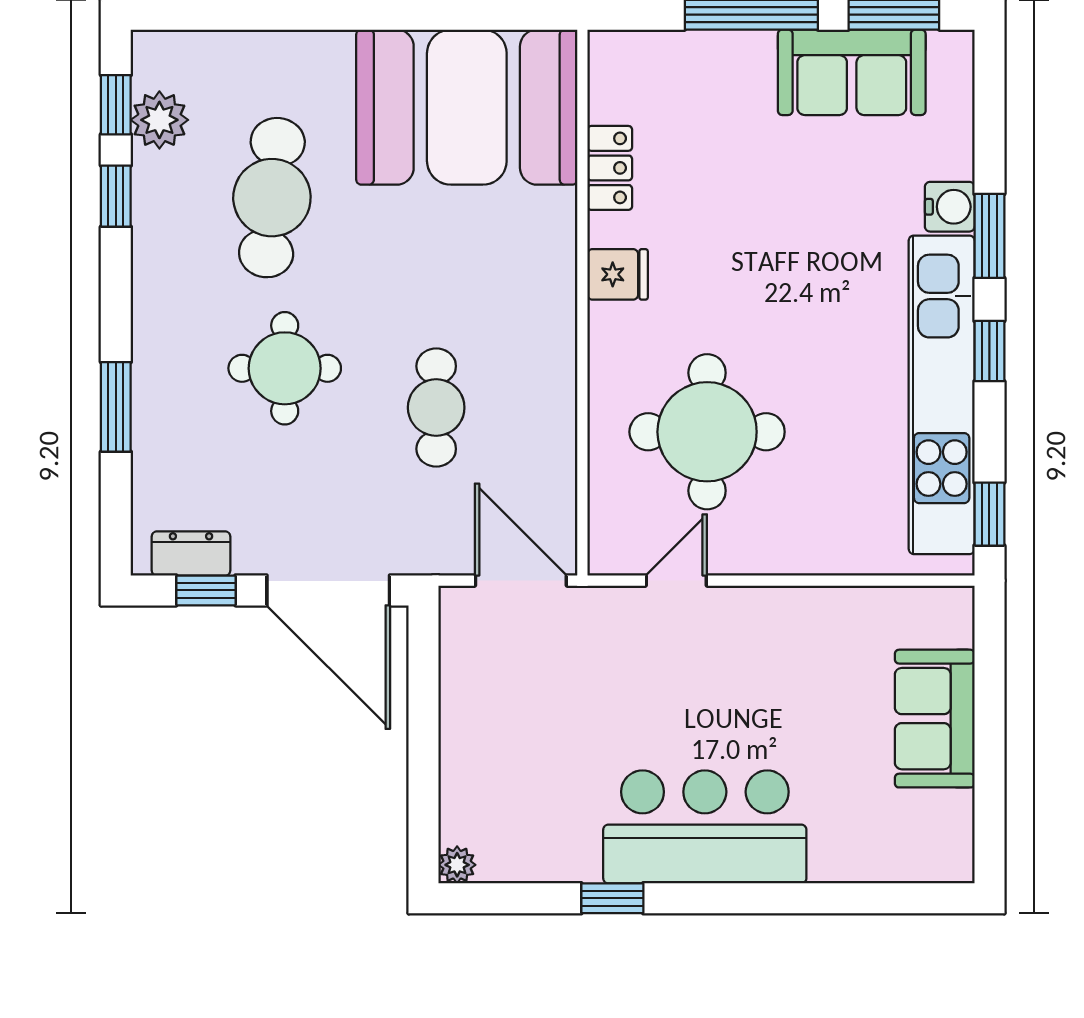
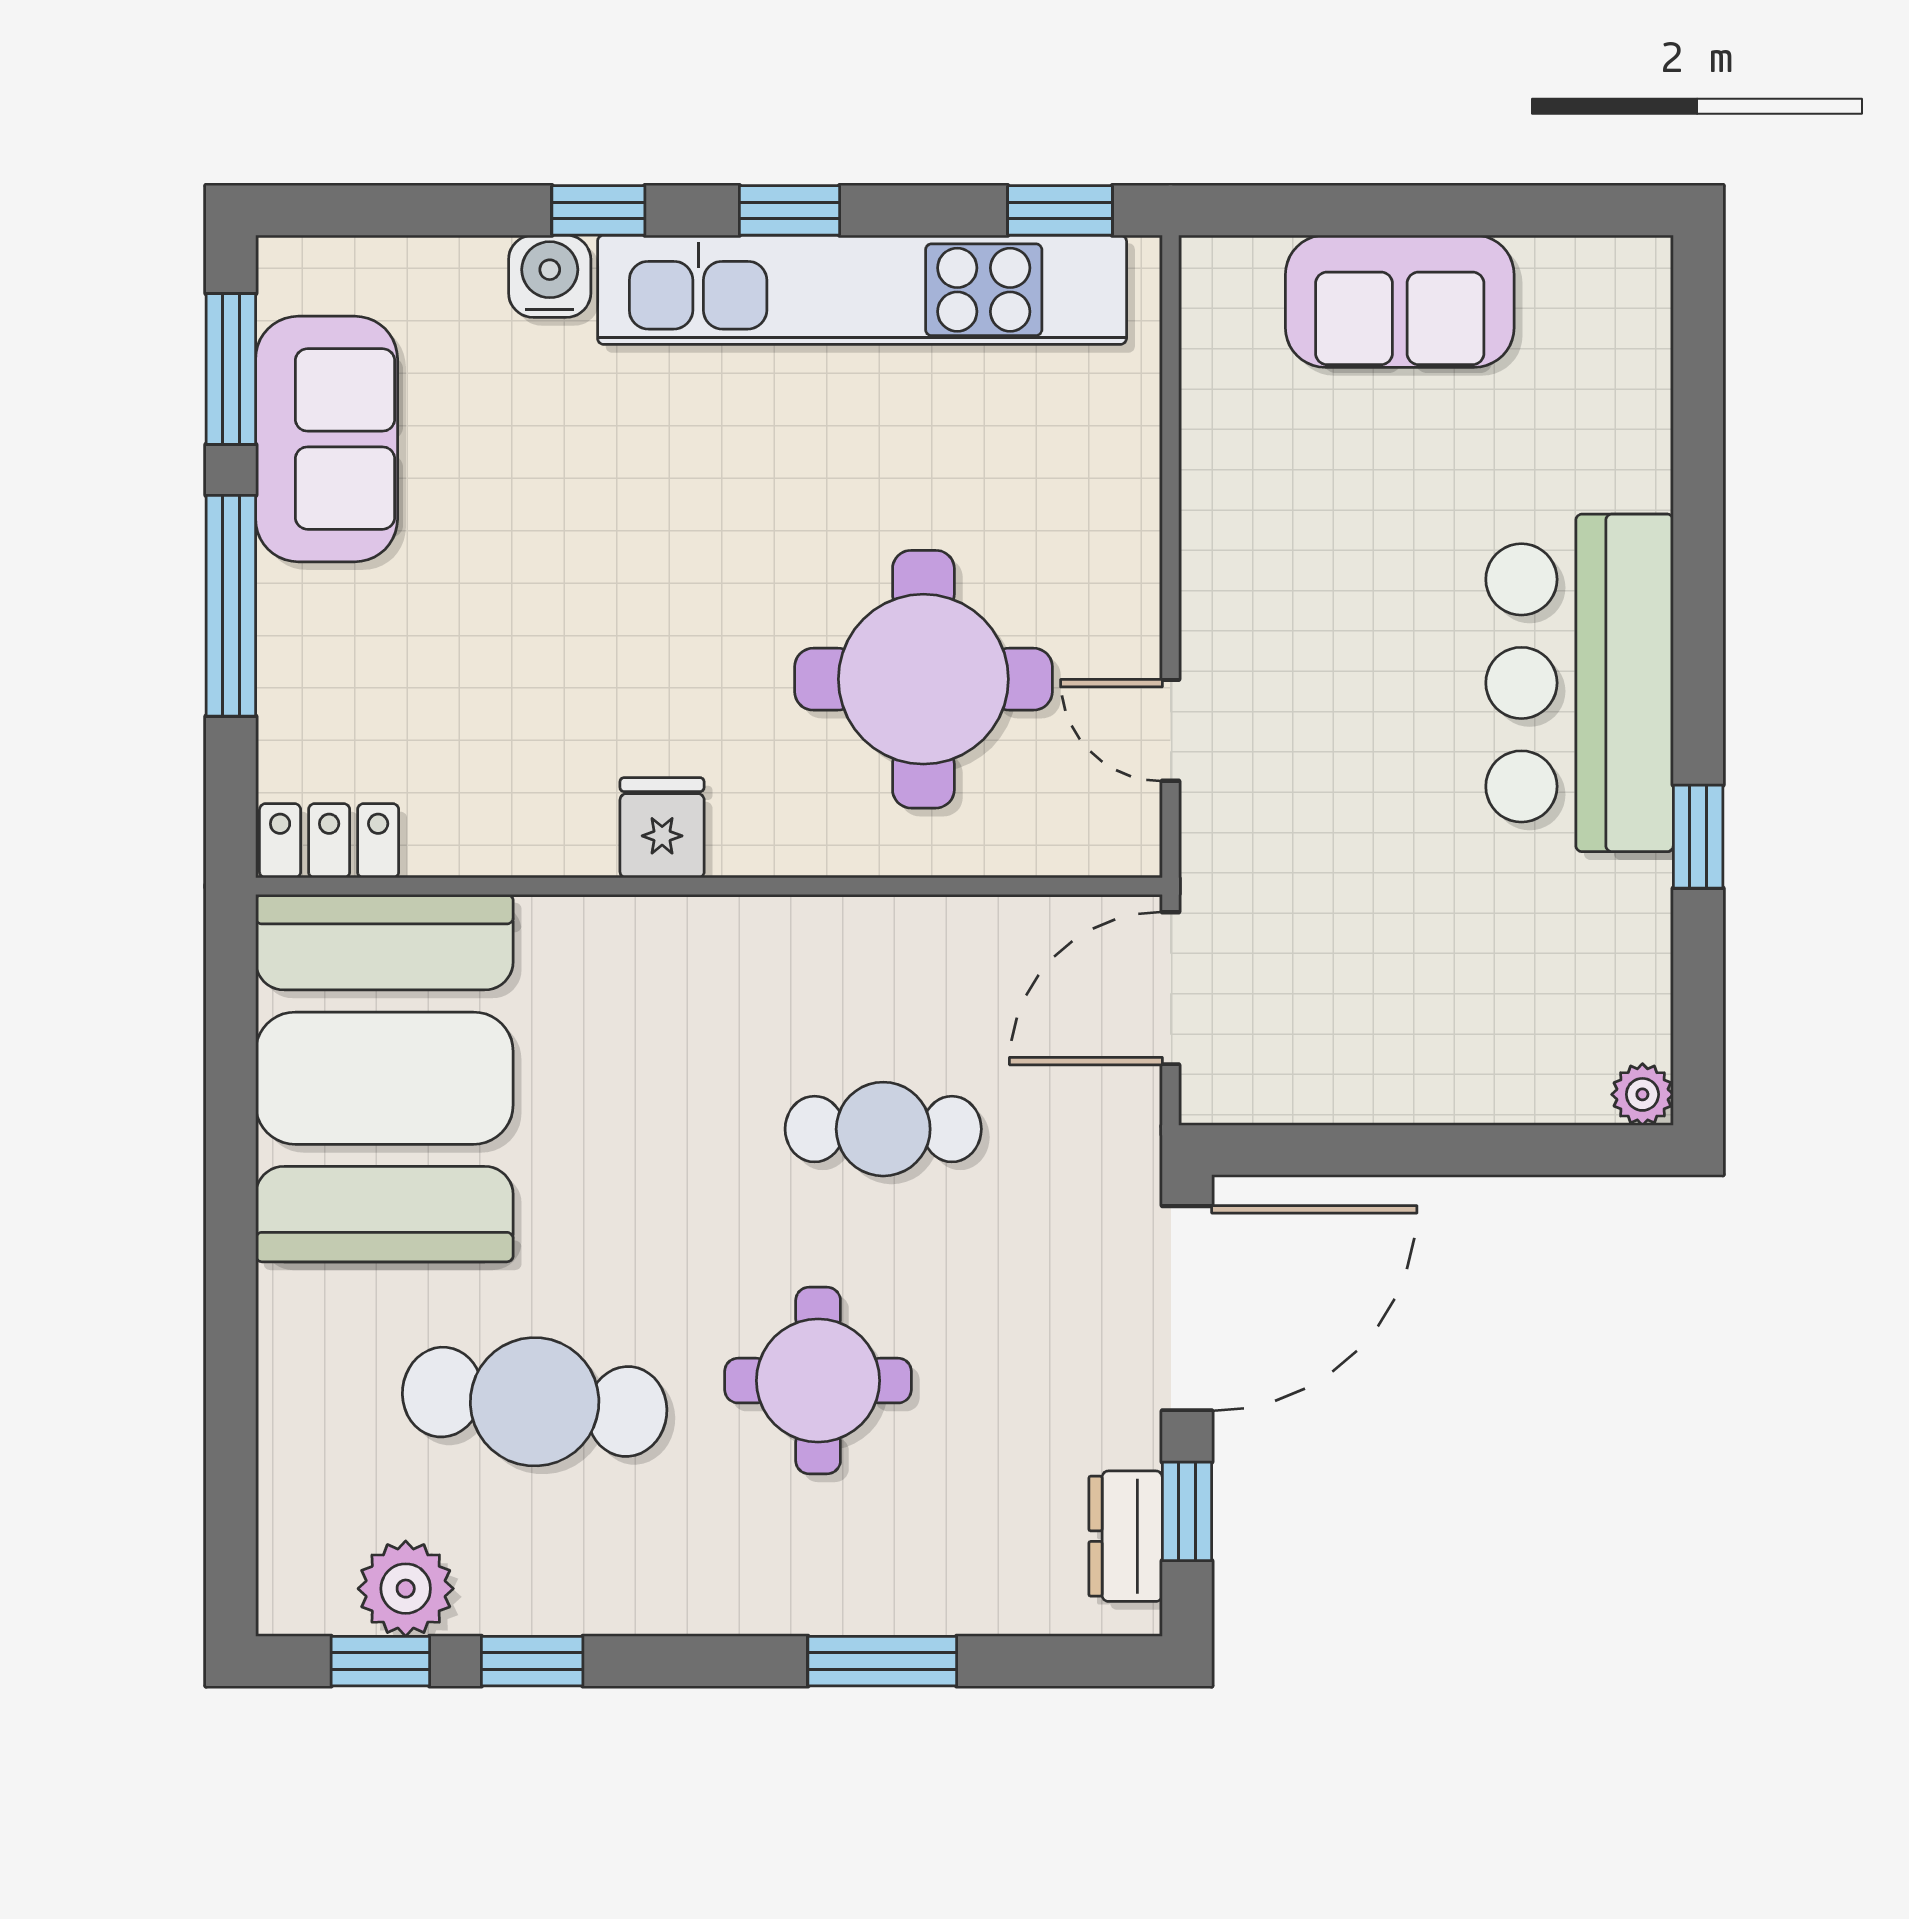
locker: (610, 168) -> (329, 841), moved
window: (989, 236) -> (598, 210), width x0.67

